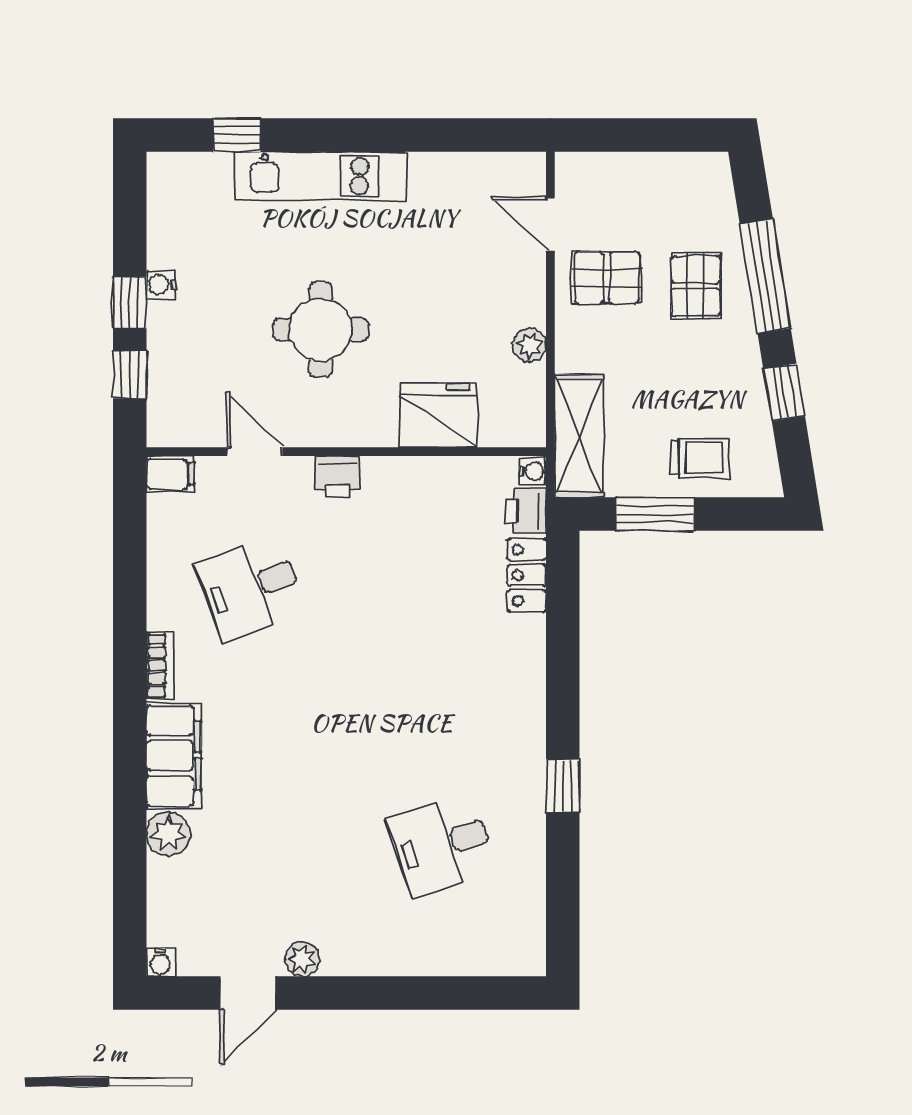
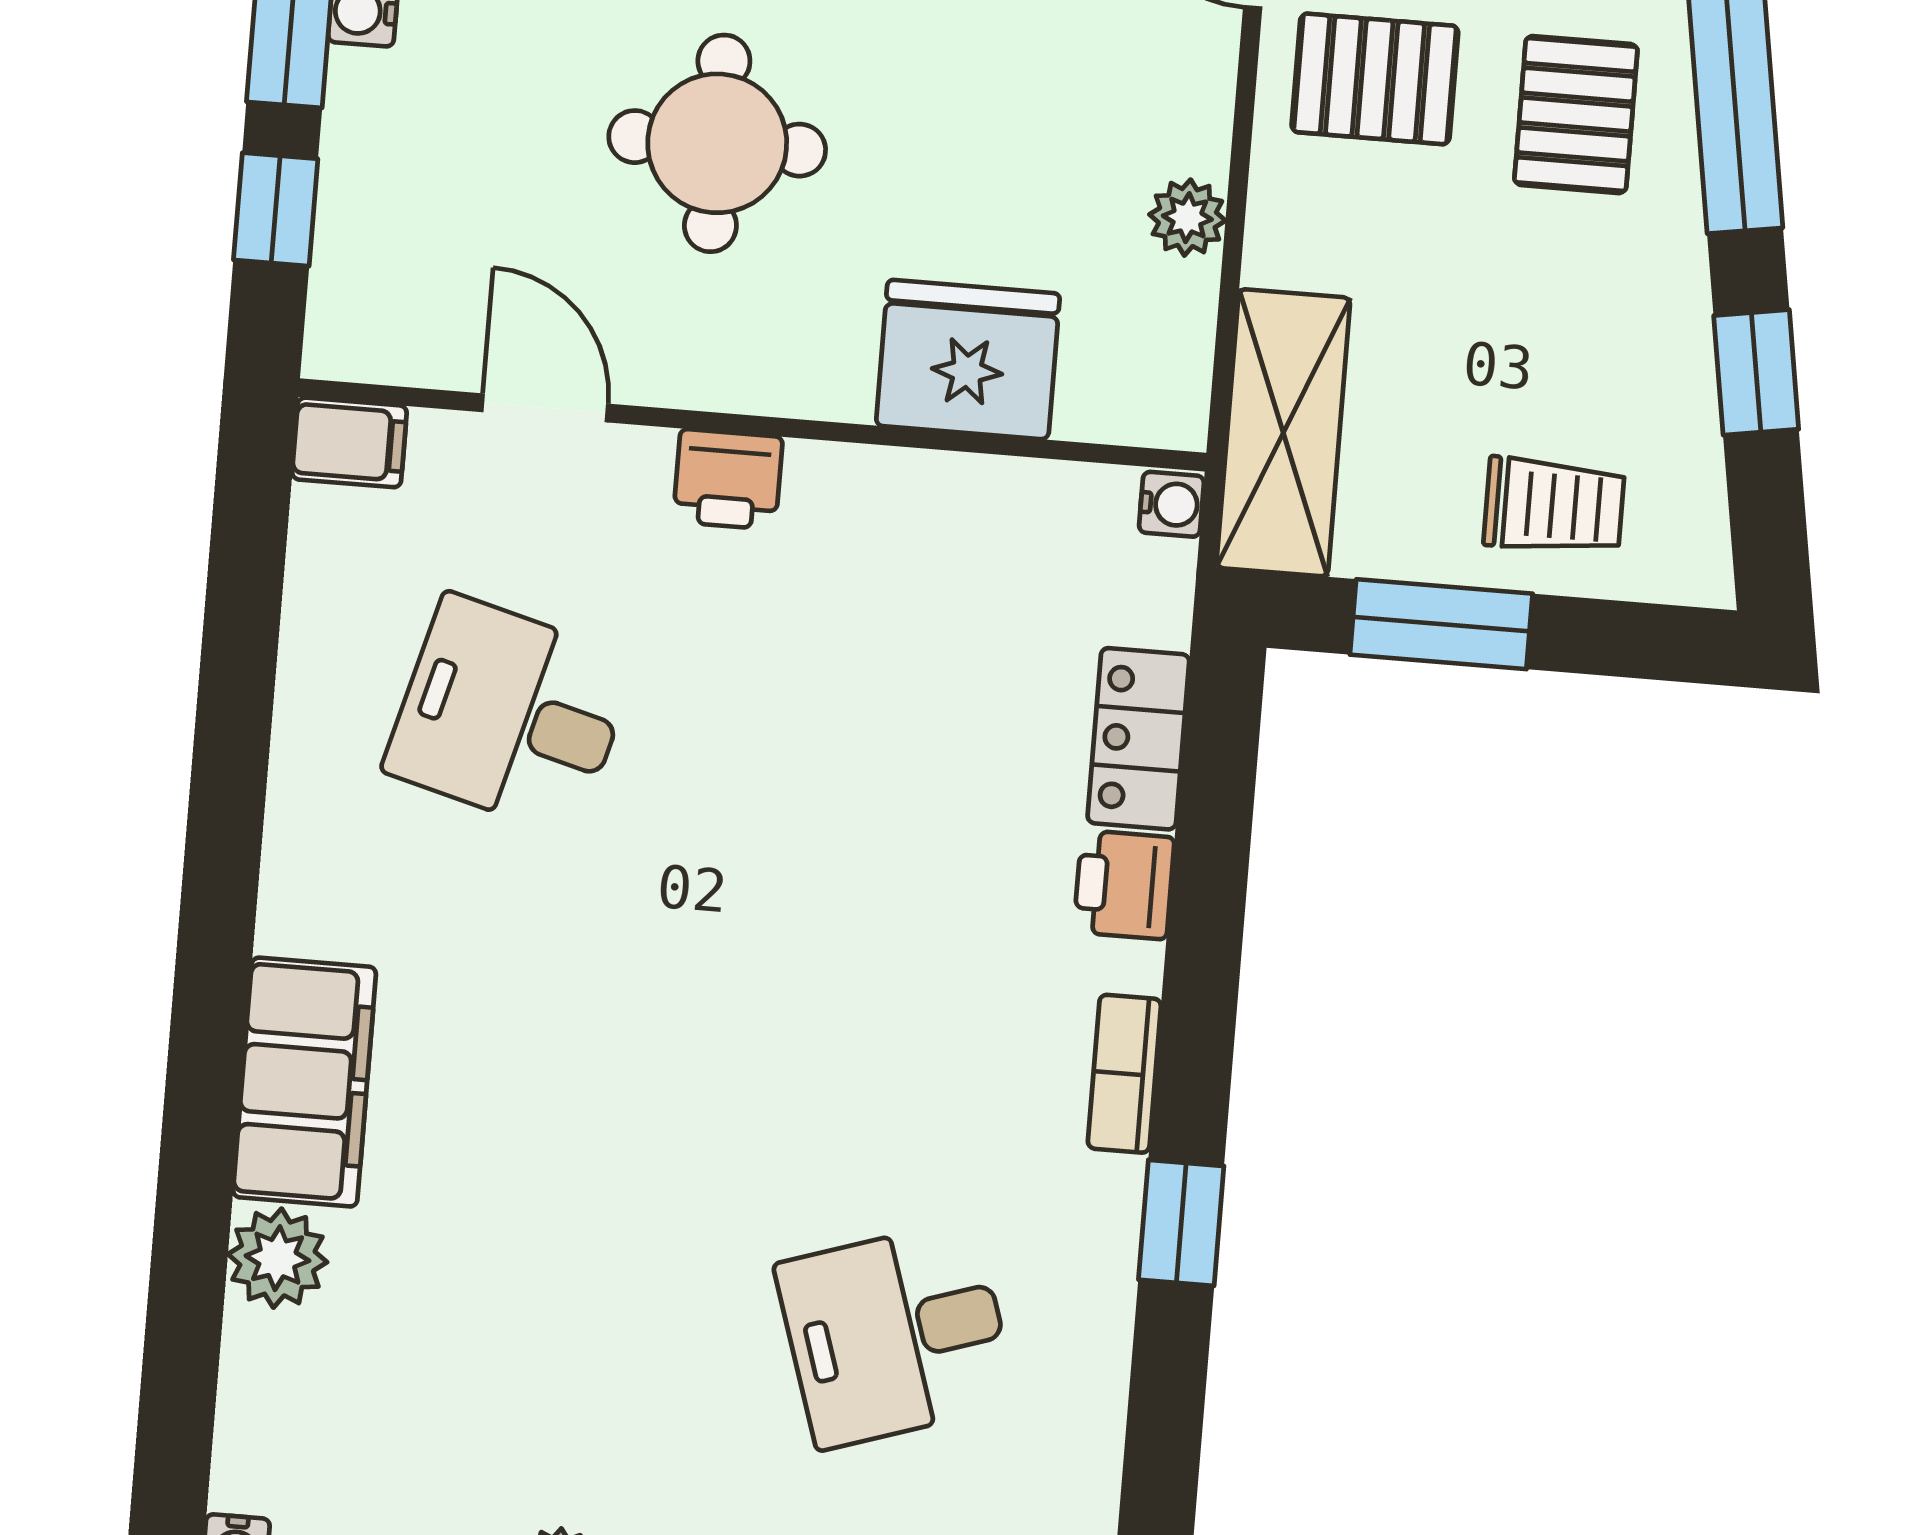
printer: (526, 511) -> (1124, 885), moved
desk: (251, 587) -> (510, 715), turned 36
bookcase: (160, 665) -> (1124, 1074), moved, turned 180

